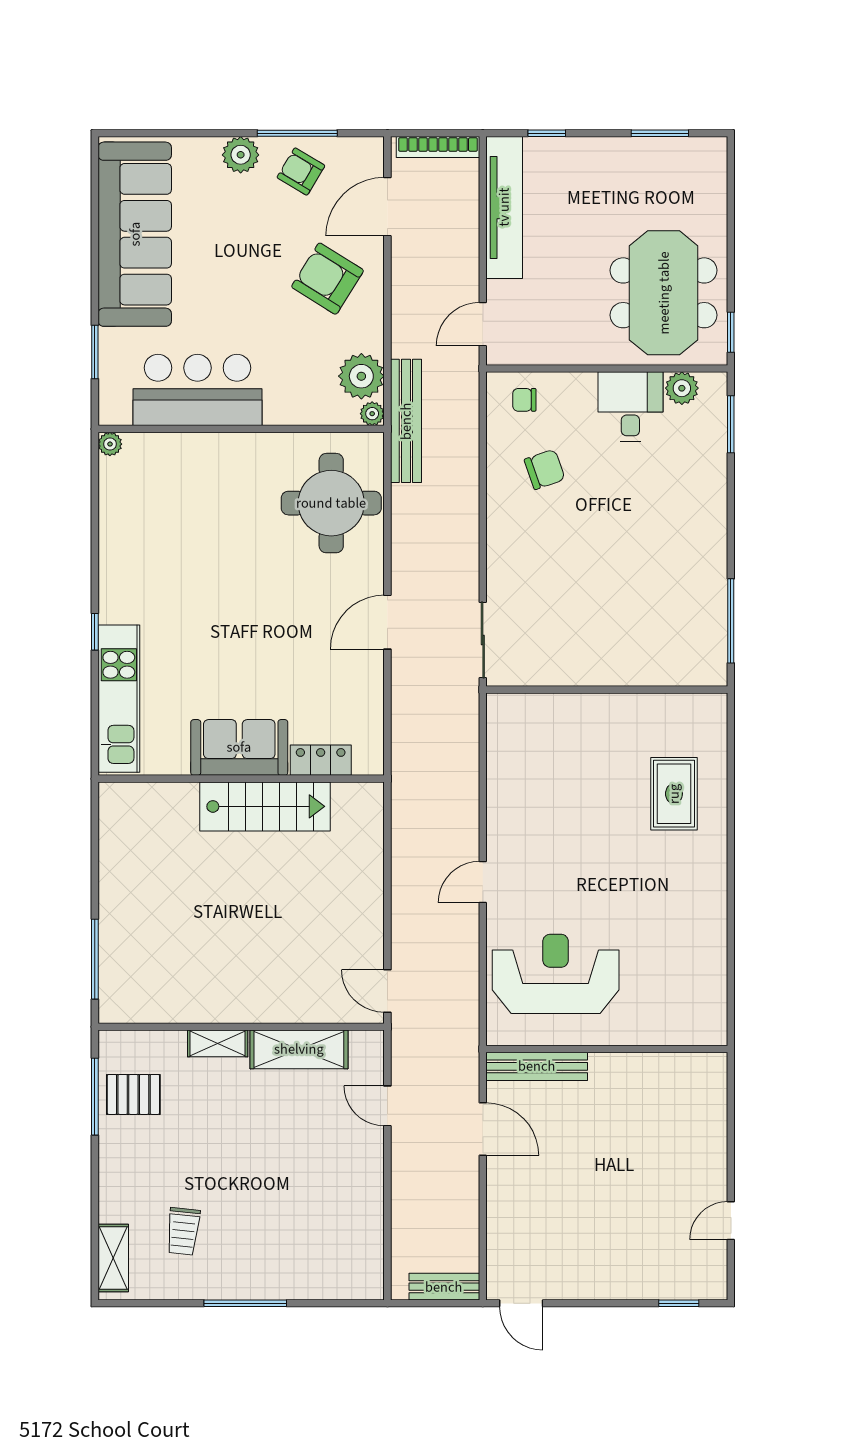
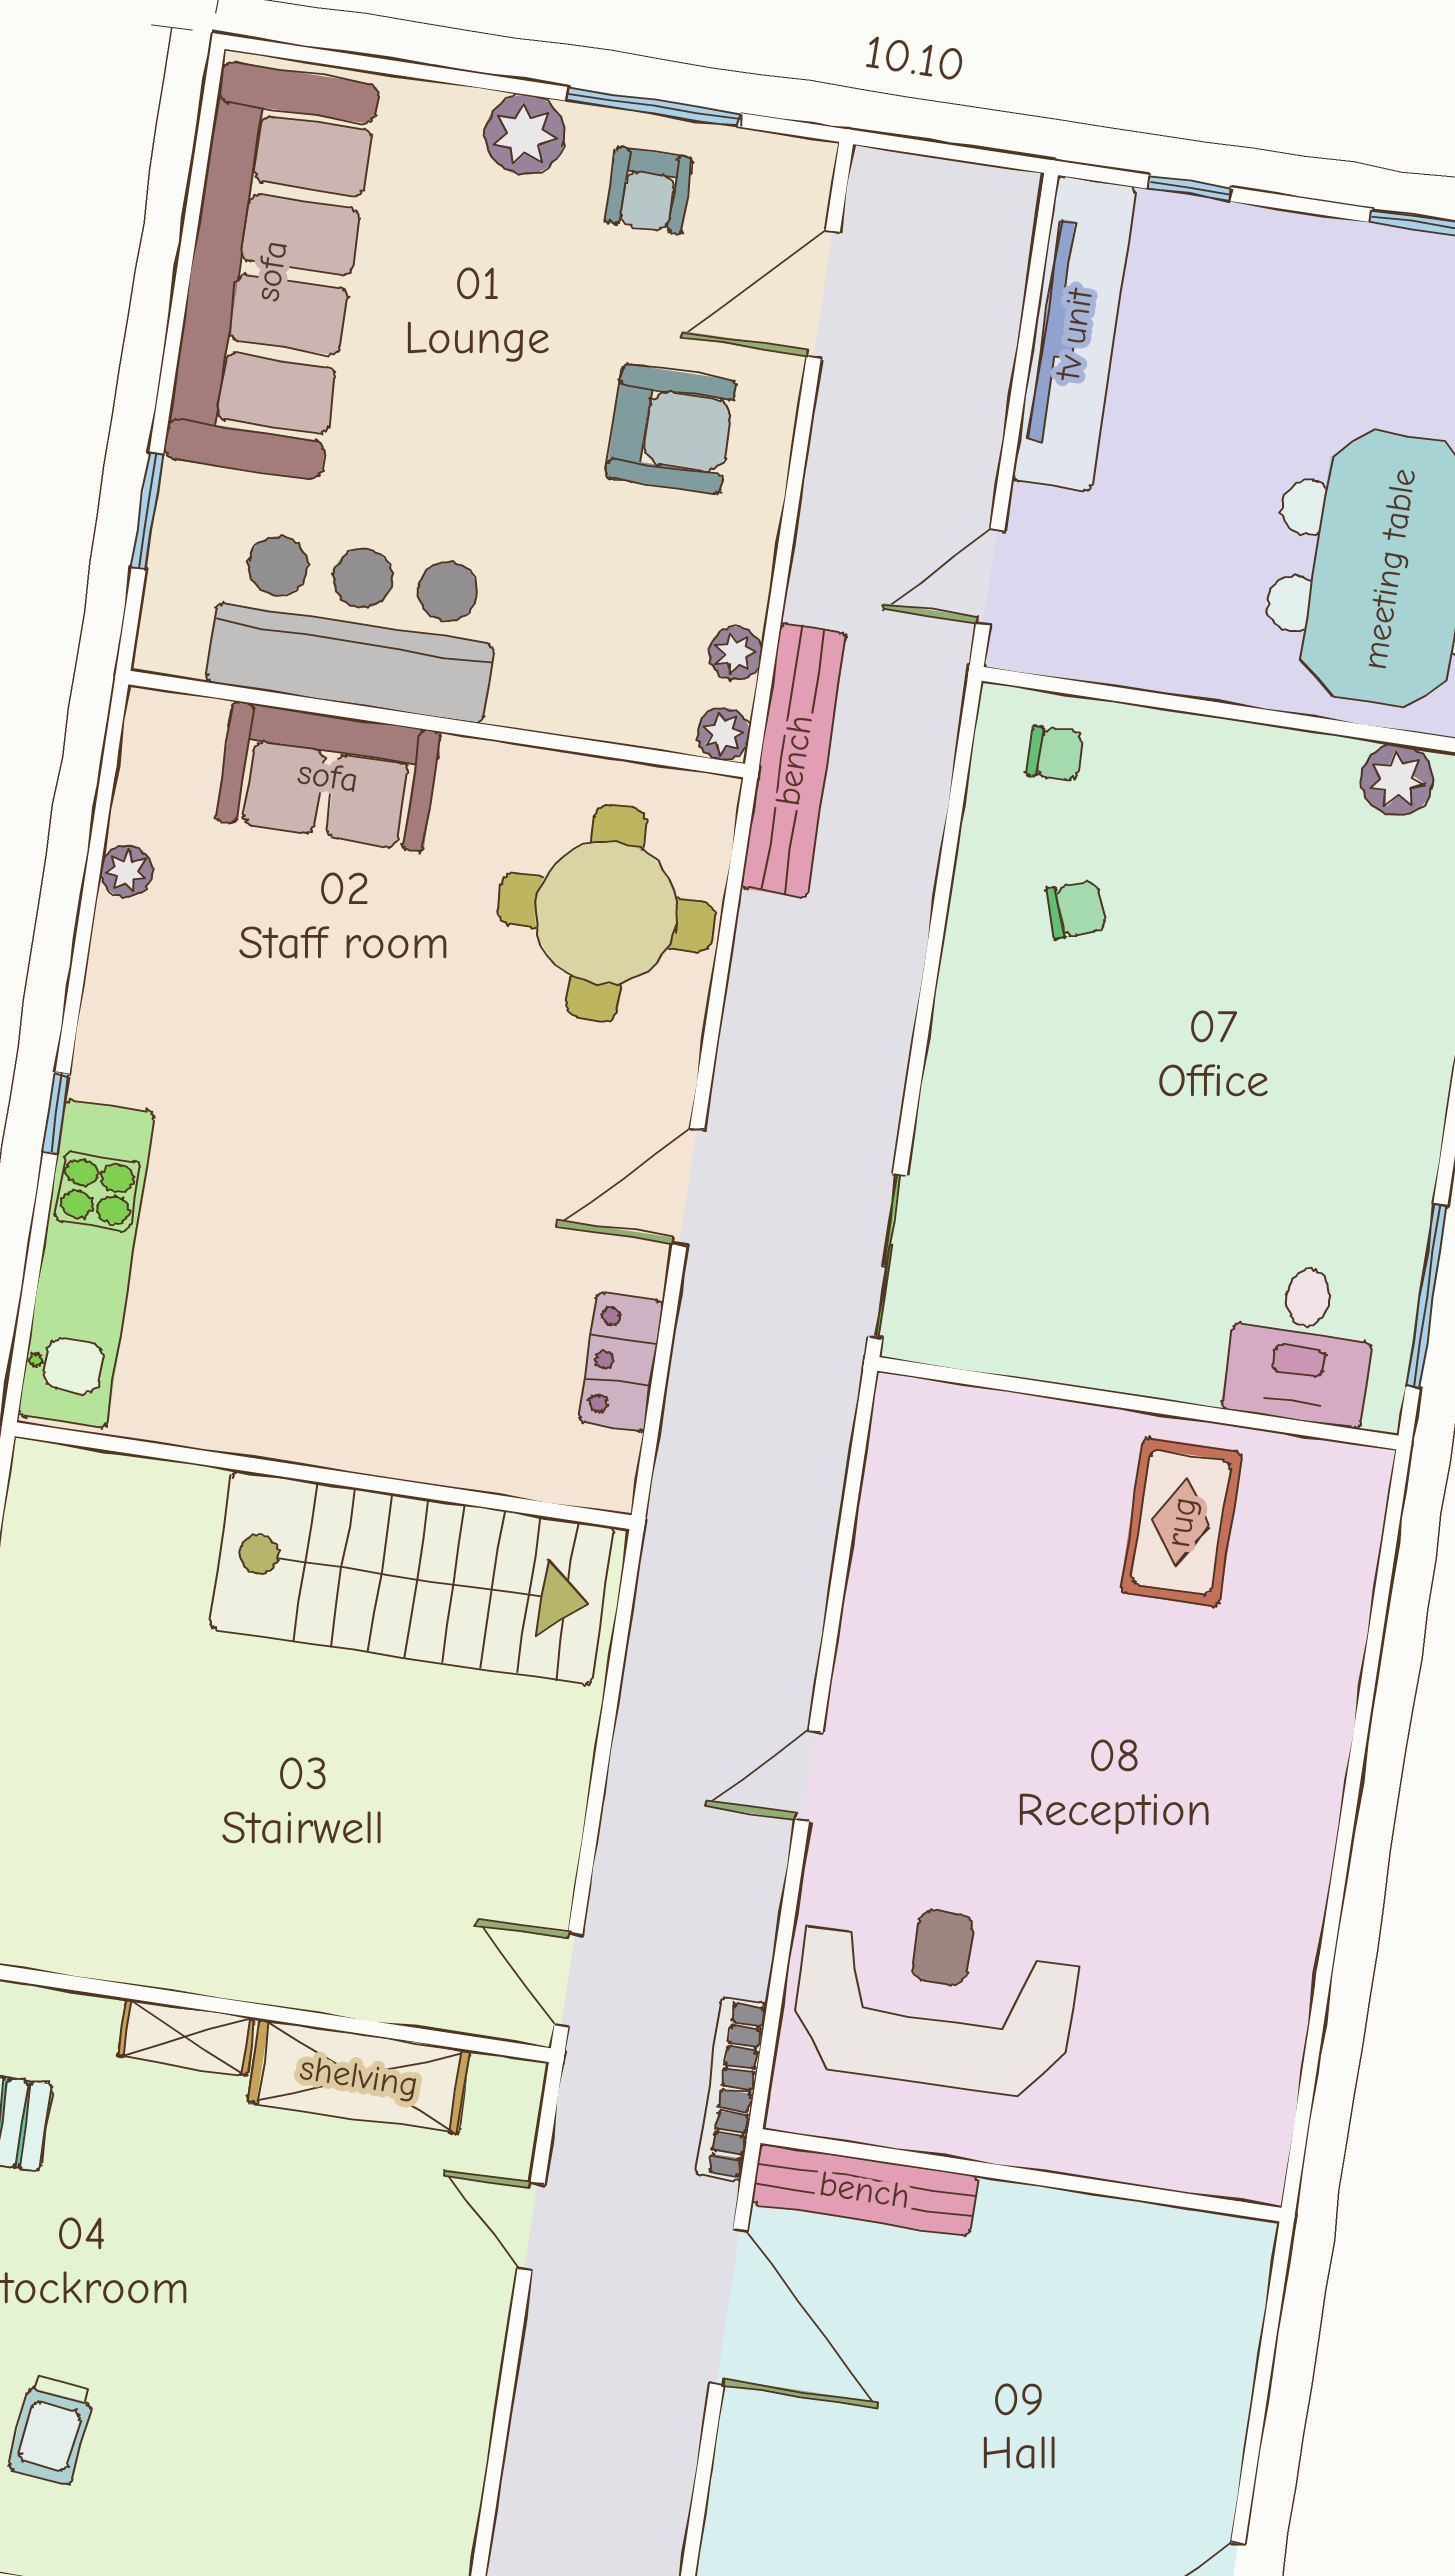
bookcase: (438, 147) -> (731, 2089), moved, turned 90
armchair: (301, 171) -> (649, 190), turned -121
armchair: (328, 279) -> (671, 429), turned 148
plant: (361, 376) -> (735, 653), width x0.53, depth x0.53
chair: (524, 400) -> (1055, 754), turned 180
desk: (630, 407) -> (1301, 1344), moved, turned 180
plant: (110, 444) -> (126, 871), moved
chair: (545, 469) -> (1076, 910), width x0.73, depth x0.73
sofa: (239, 747) -> (328, 776), moved, turned 180
locker: (321, 760) -> (621, 1362), moved, turned -90
rug: (674, 794) -> (1181, 1522), moved
stairs: (265, 806) -> (412, 1578), width x1.36, depth x1.51
door: (483, 1129) -> (729, 2307), width x1.36

